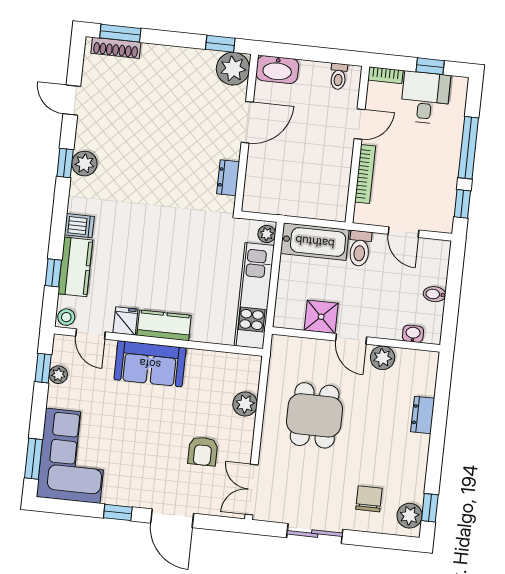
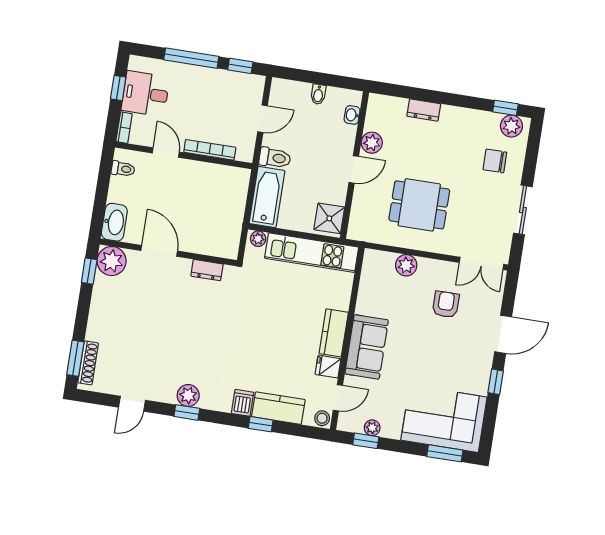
window: (53, 273) -> (261, 424), moved
shower: (321, 317) -> (329, 218), moved
armchair: (203, 451) -> (446, 304), turned -90

